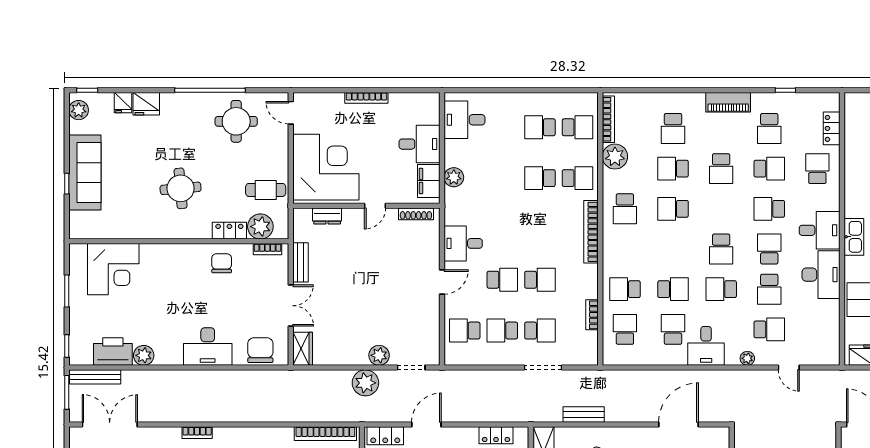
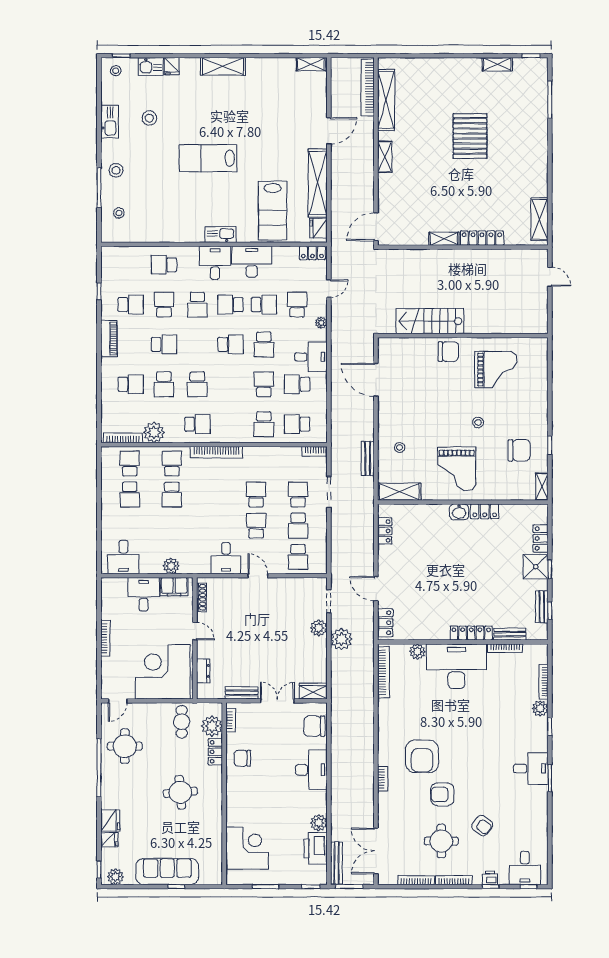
locker: (832, 128) -> (312, 253), moved
bookcase: (592, 315) -> (314, 451), moved

